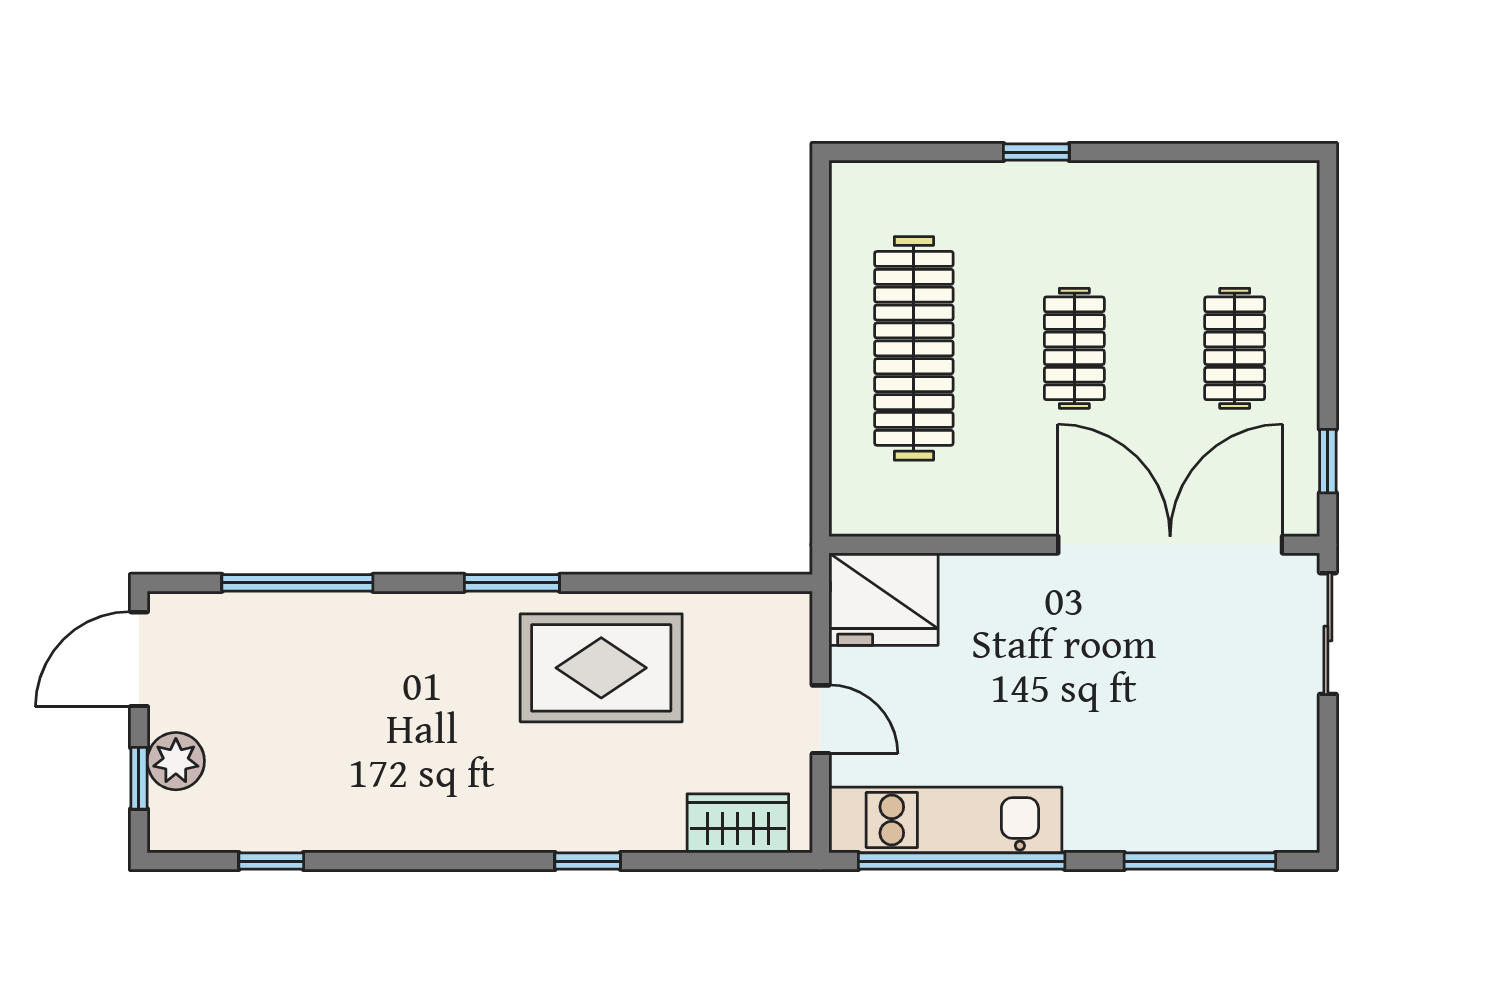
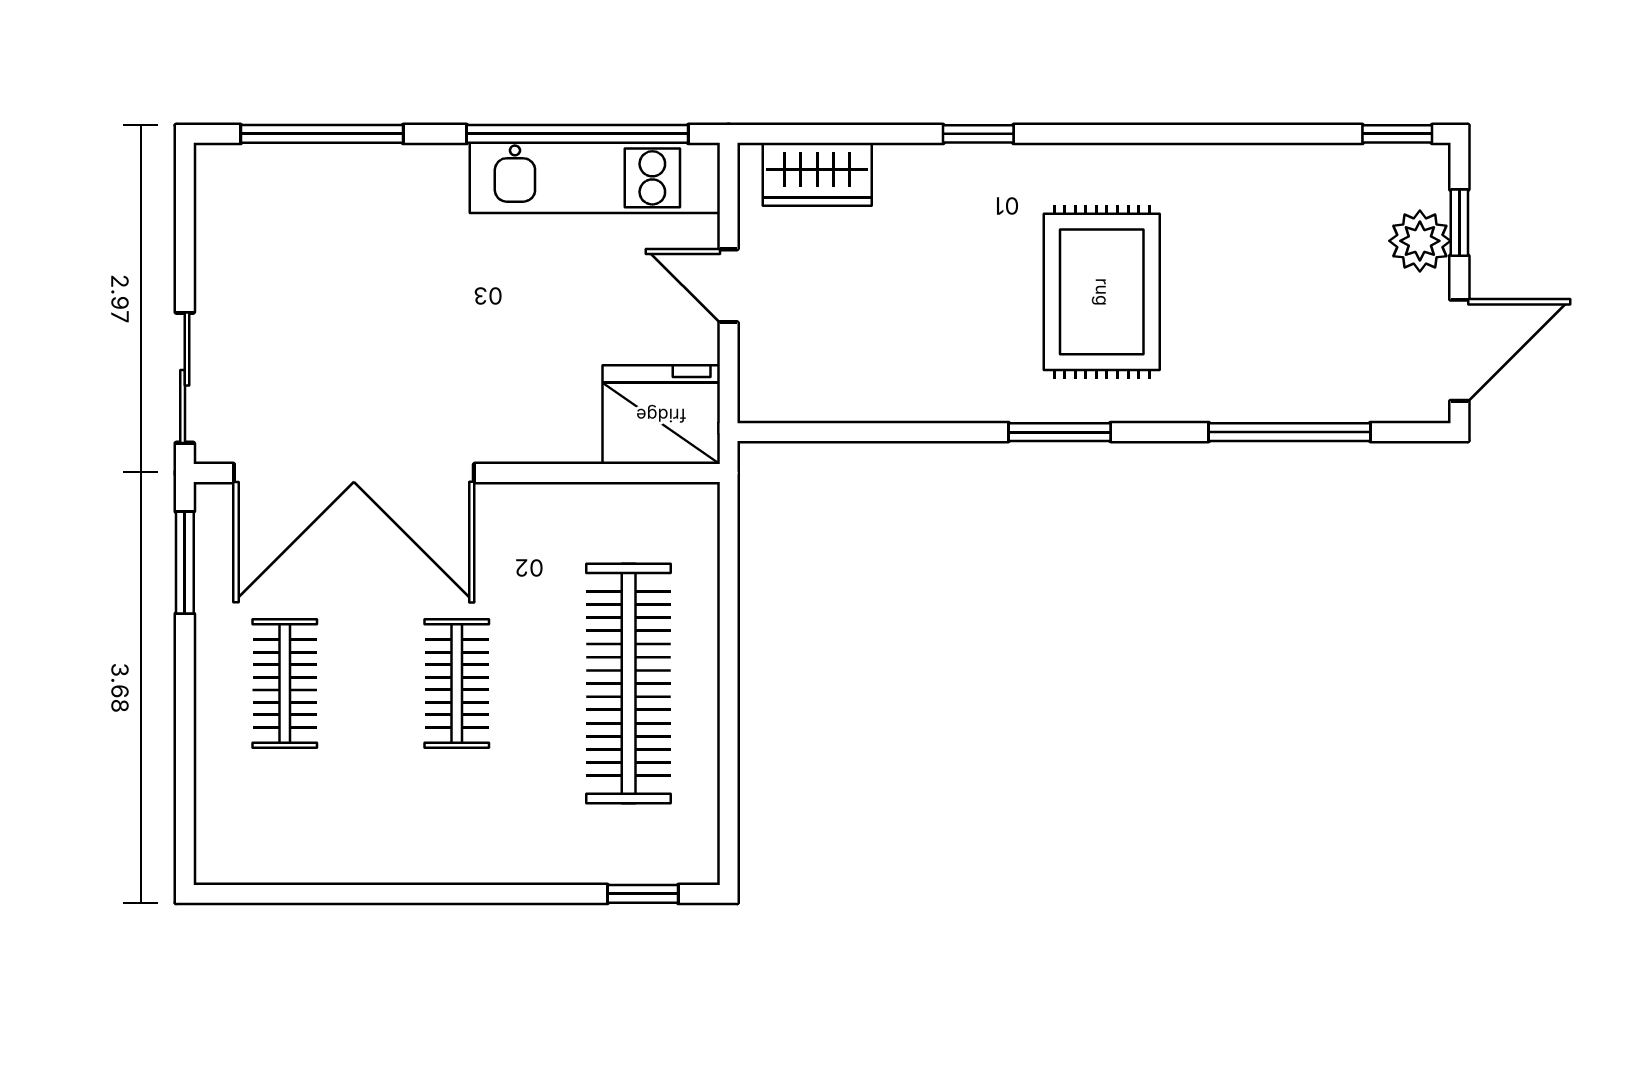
window: (1036, 152) -> (643, 894), moved
window: (1328, 461) -> (185, 563), width x1.50
rug: (601, 668) -> (1102, 292), moved, turned 90
window: (271, 861) -> (1397, 134), moved

